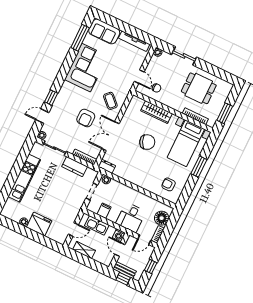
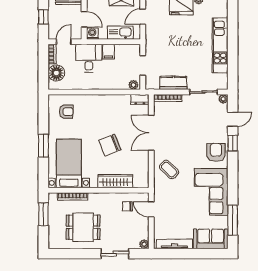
armchair: (86, 118) -> (216, 152), moved
double door: (110, 136) -> (151, 133), swing flipped
filing cabinet: (104, 211) -> (108, 52), moved

